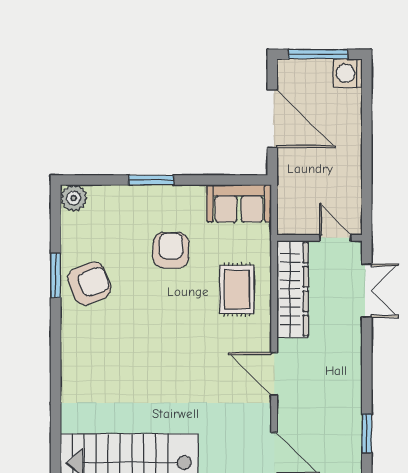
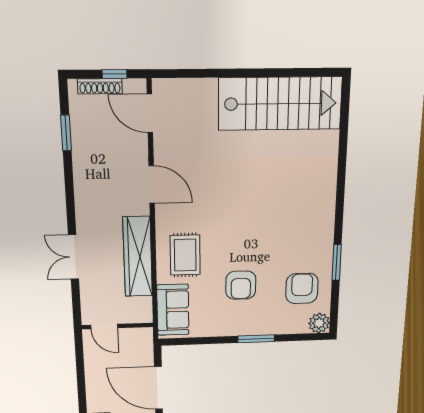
sofa: (239, 203) -> (173, 310), moved, turned 90
wall: (319, 238) -> (117, 326), moved
door: (335, 238) -> (104, 327), moved
armchair: (89, 284) -> (302, 288), moved, turned 112

